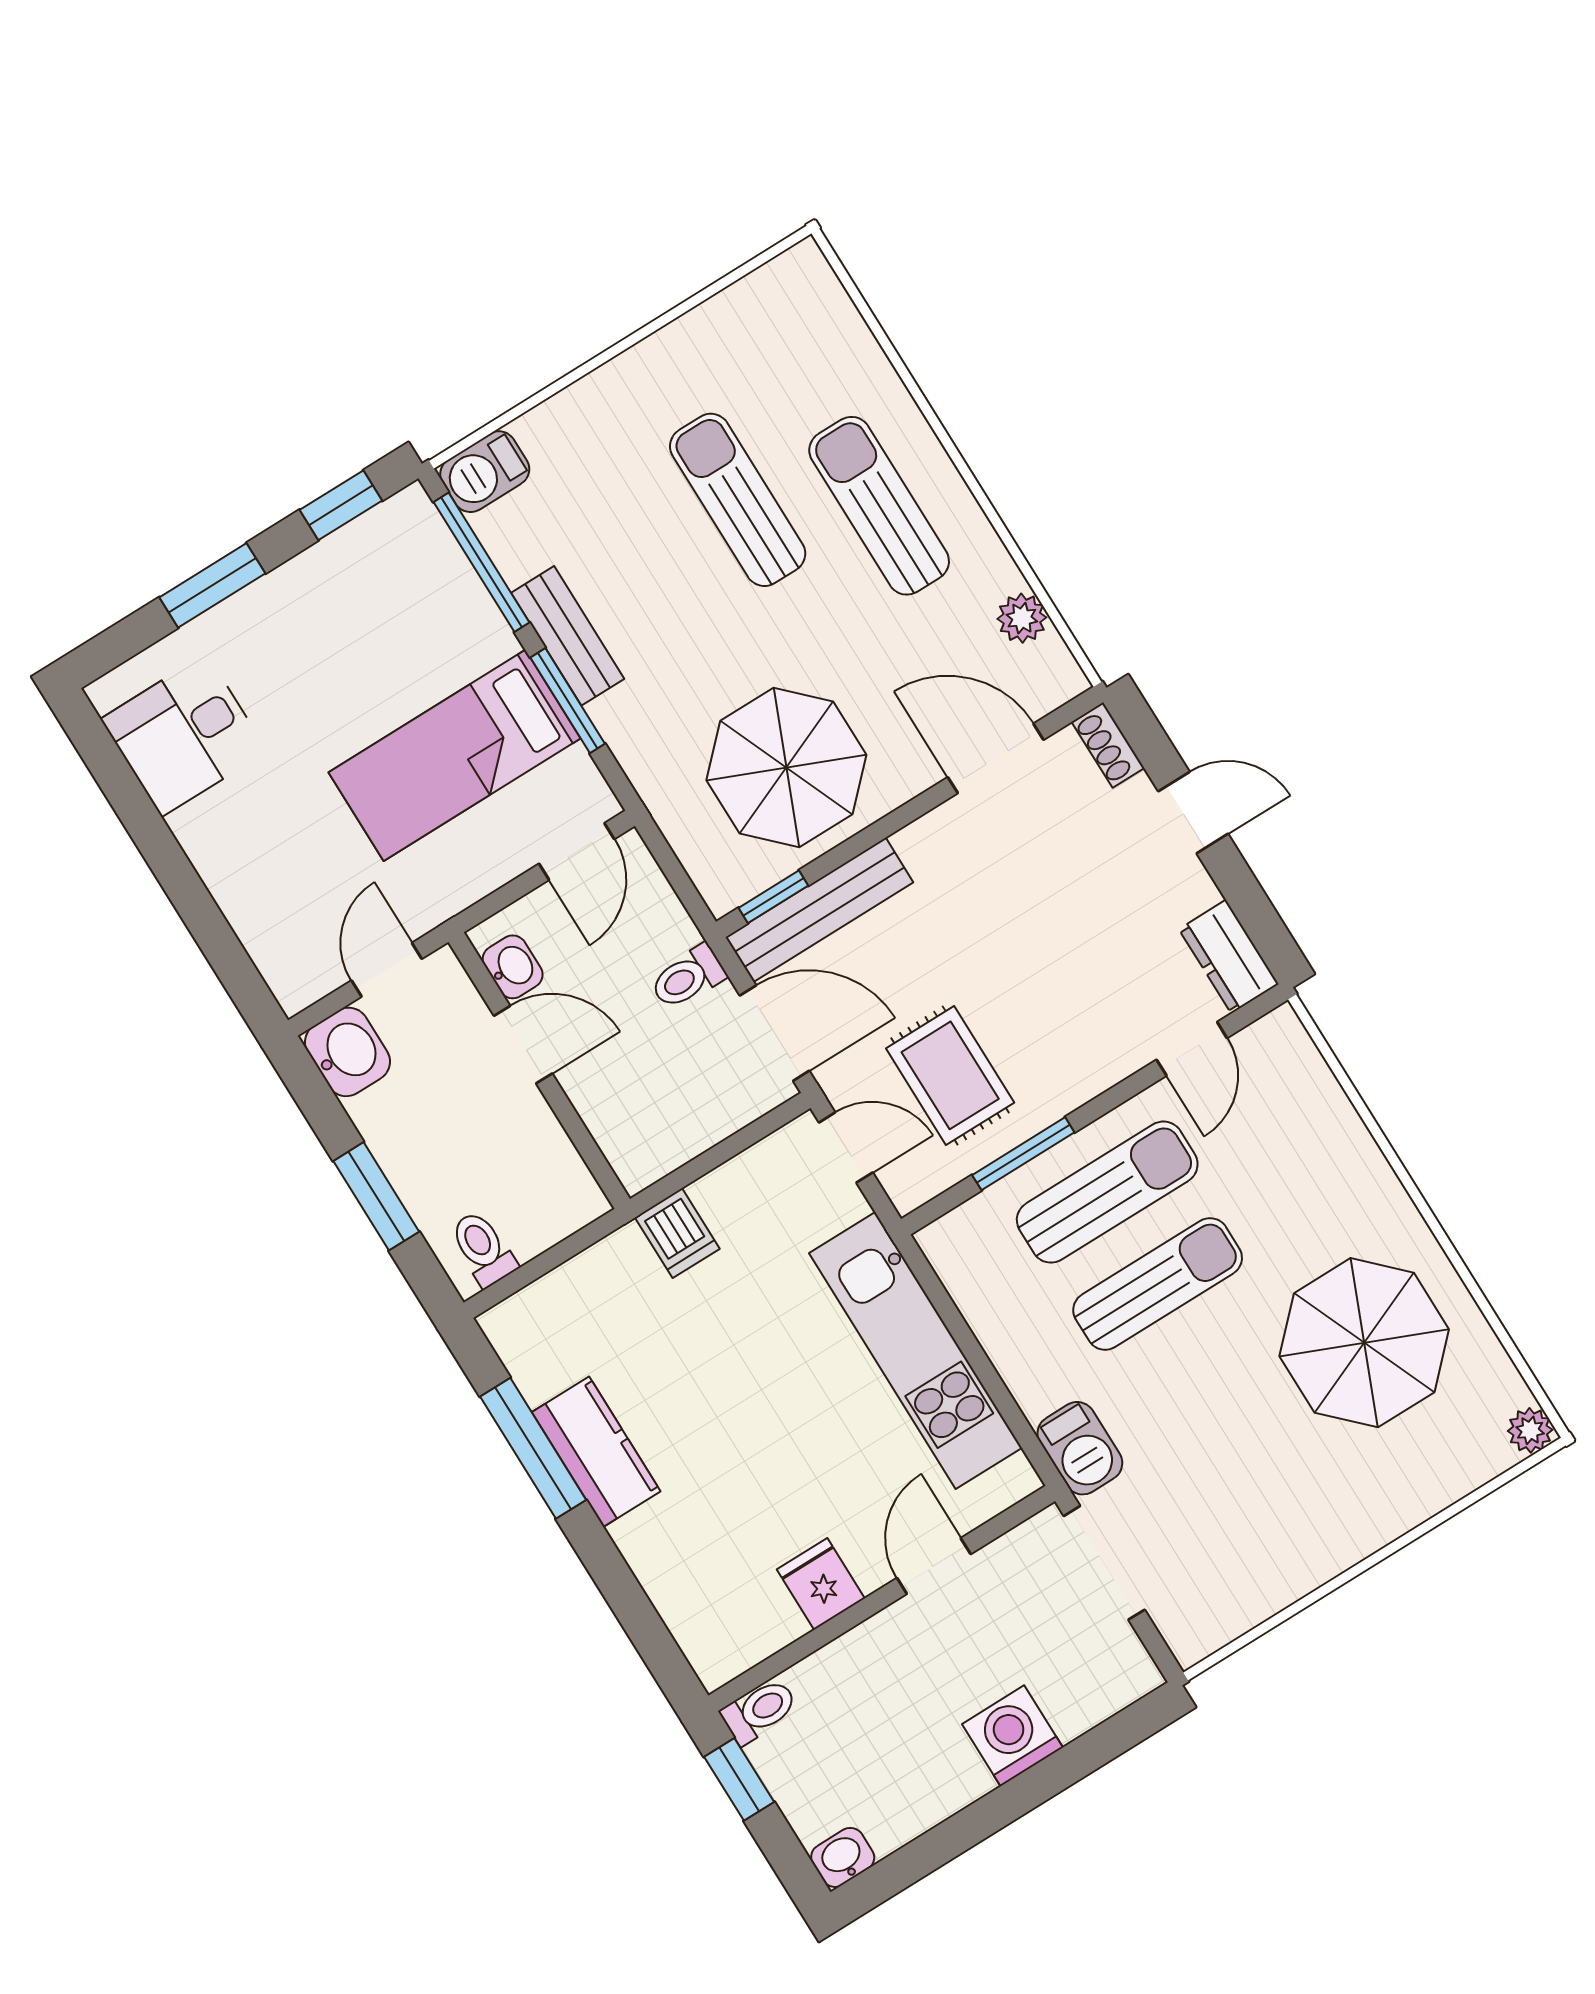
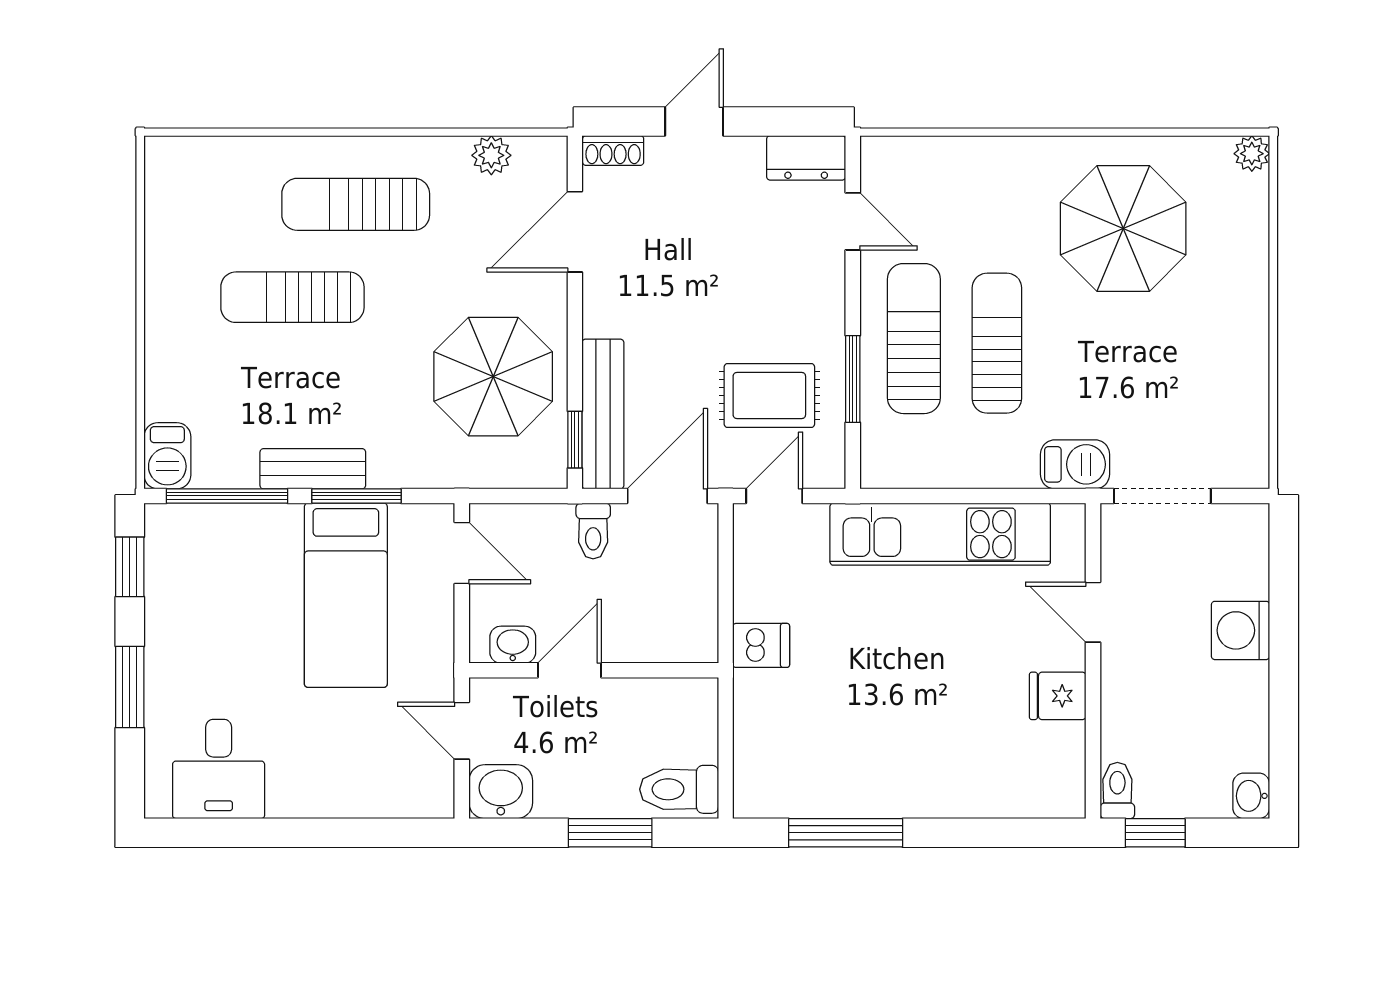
toilet: (483, 1249) -> (679, 789), width x1.37, depth x1.39
kitchen counter: (596, 1452) -> (874, 792), removed

